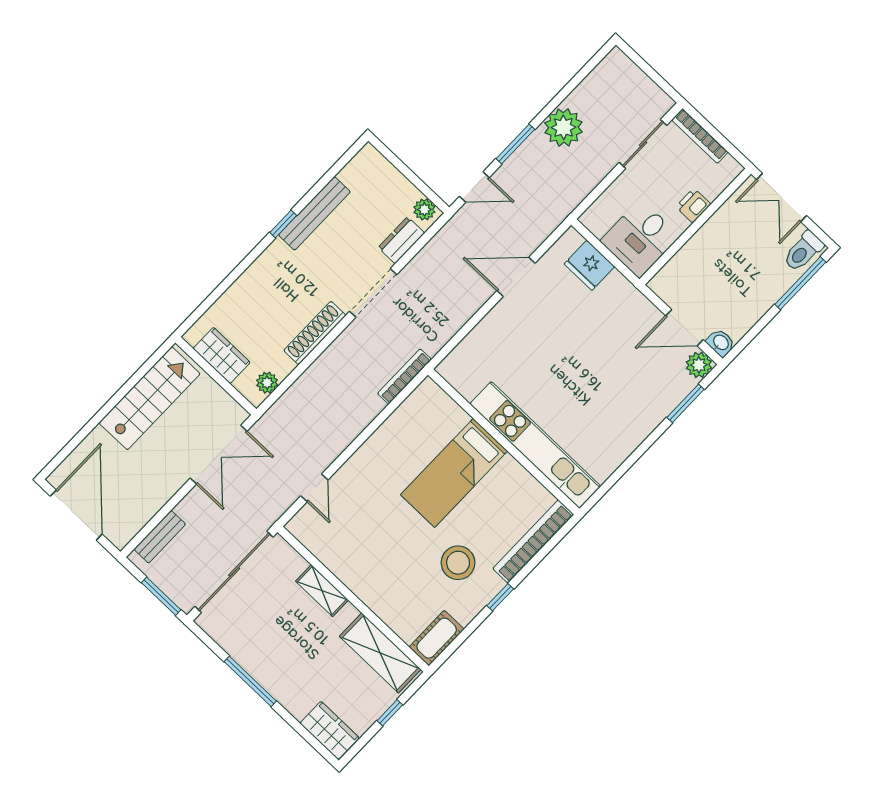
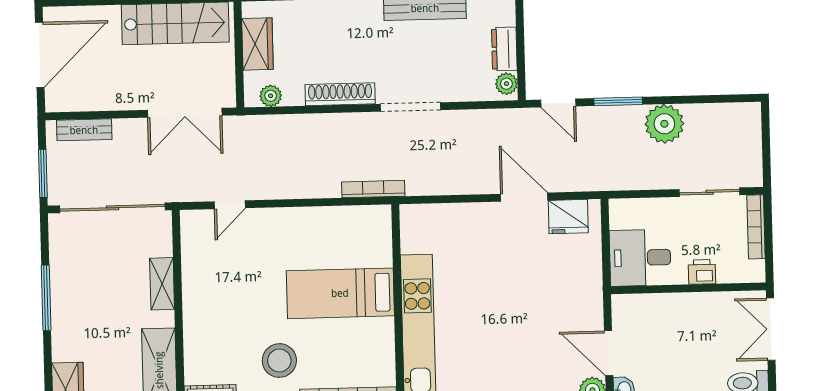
dresser: (401, 240) -> (504, 49), moved, turned -90
fridge: (589, 265) -> (568, 217), moved, turned -90

